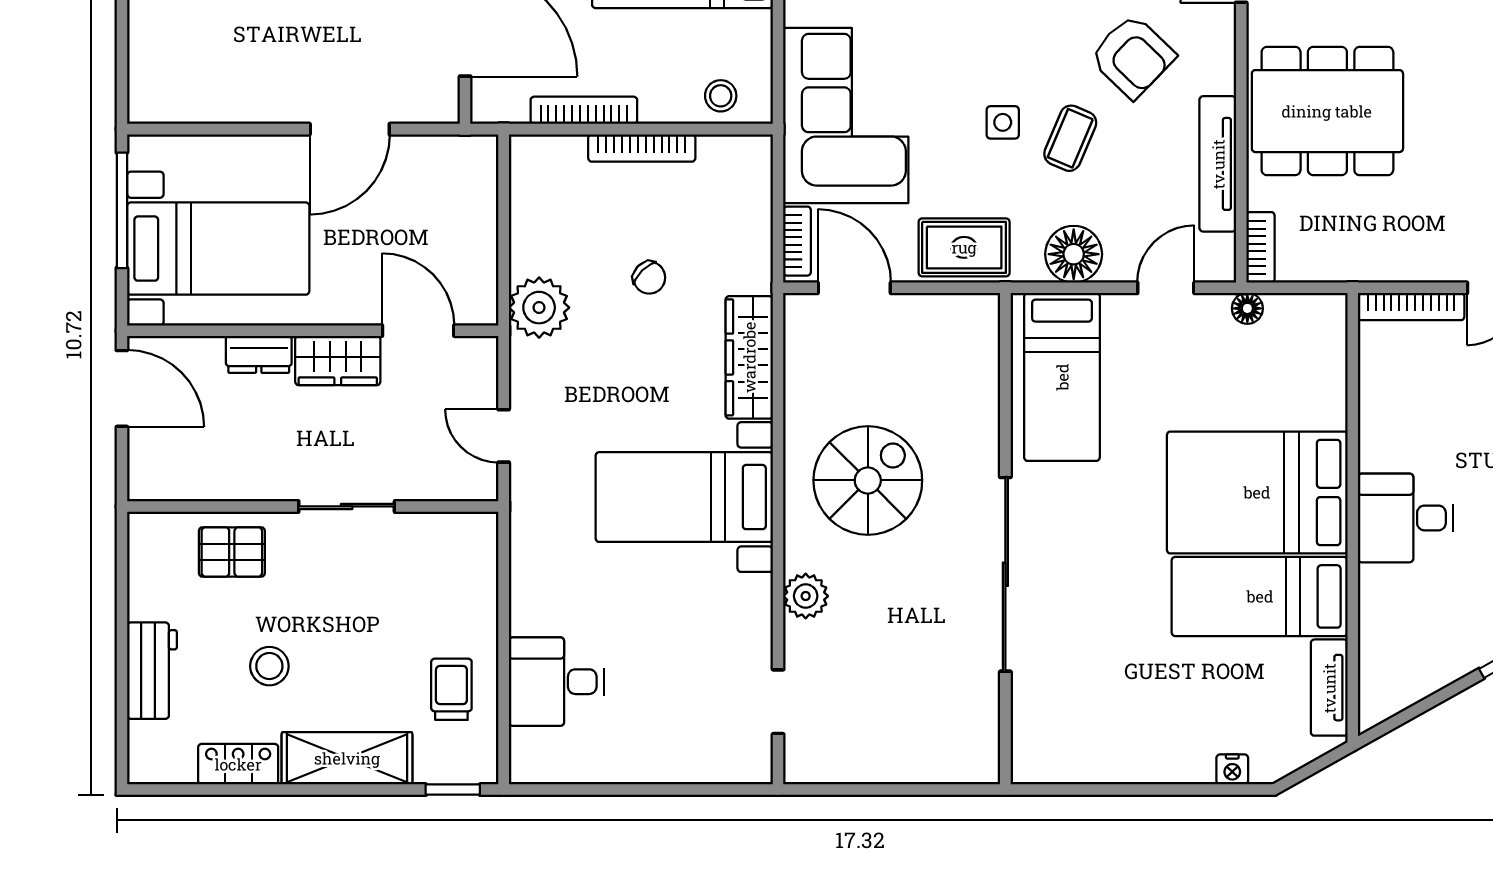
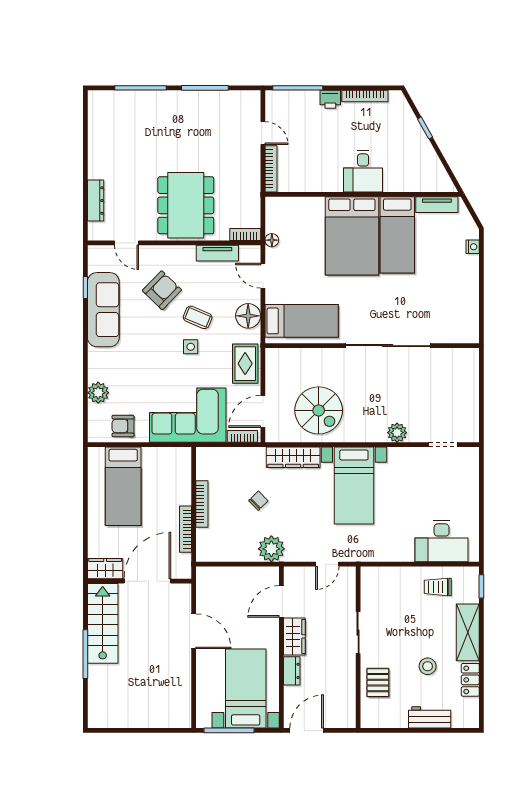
stool: (721, 96) -> (179, 470), removed
tv unit: (1218, 164) -> (217, 253), width x0.71
spiral stairs: (868, 480) -> (319, 410), moved, turned 180
desk: (556, 682) -> (442, 541), width x1.37

